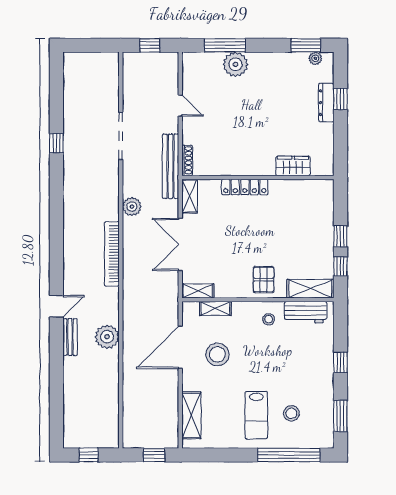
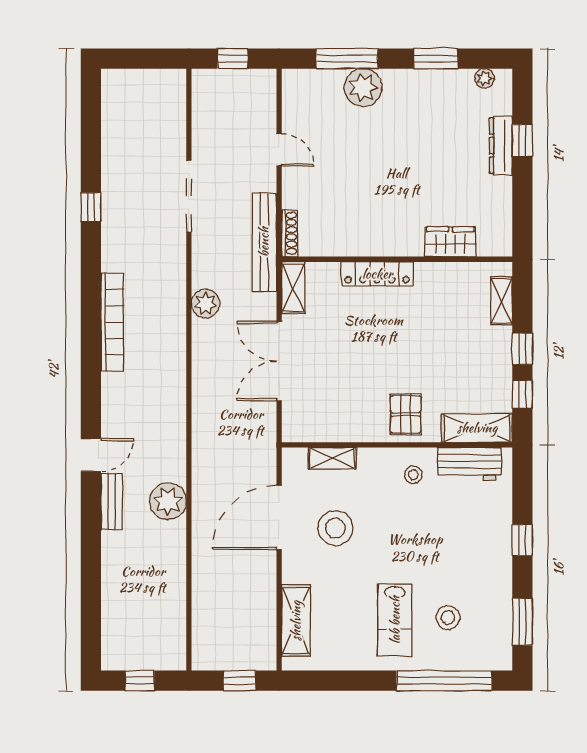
window: (306, 45) -> (436, 59), moved
bookcase: (112, 254) -> (112, 322), moved, turned 180
shelving: (198, 291) -> (502, 301), moved, turned 90

